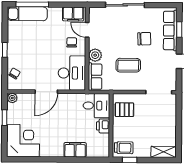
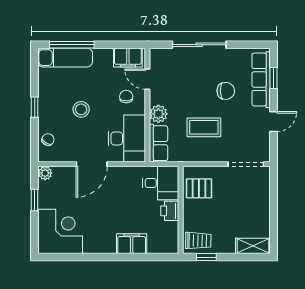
stool: (39, 52) -> (81, 109), added

